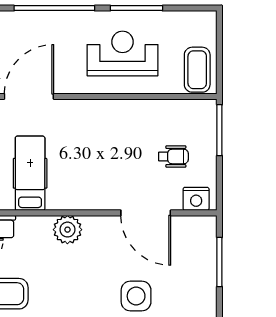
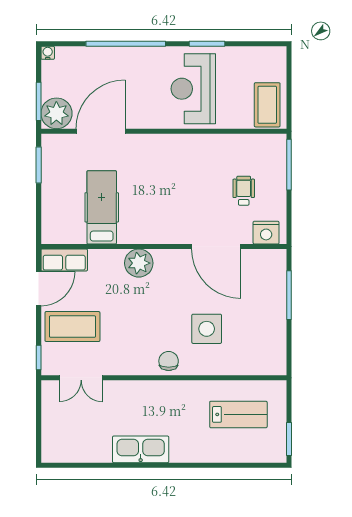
window: (136, 8) -> (207, 44), width x0.69
reception desk: (123, 53) -> (193, 89), turned -90
wheelchair: (173, 156) -> (244, 191), turned -90

